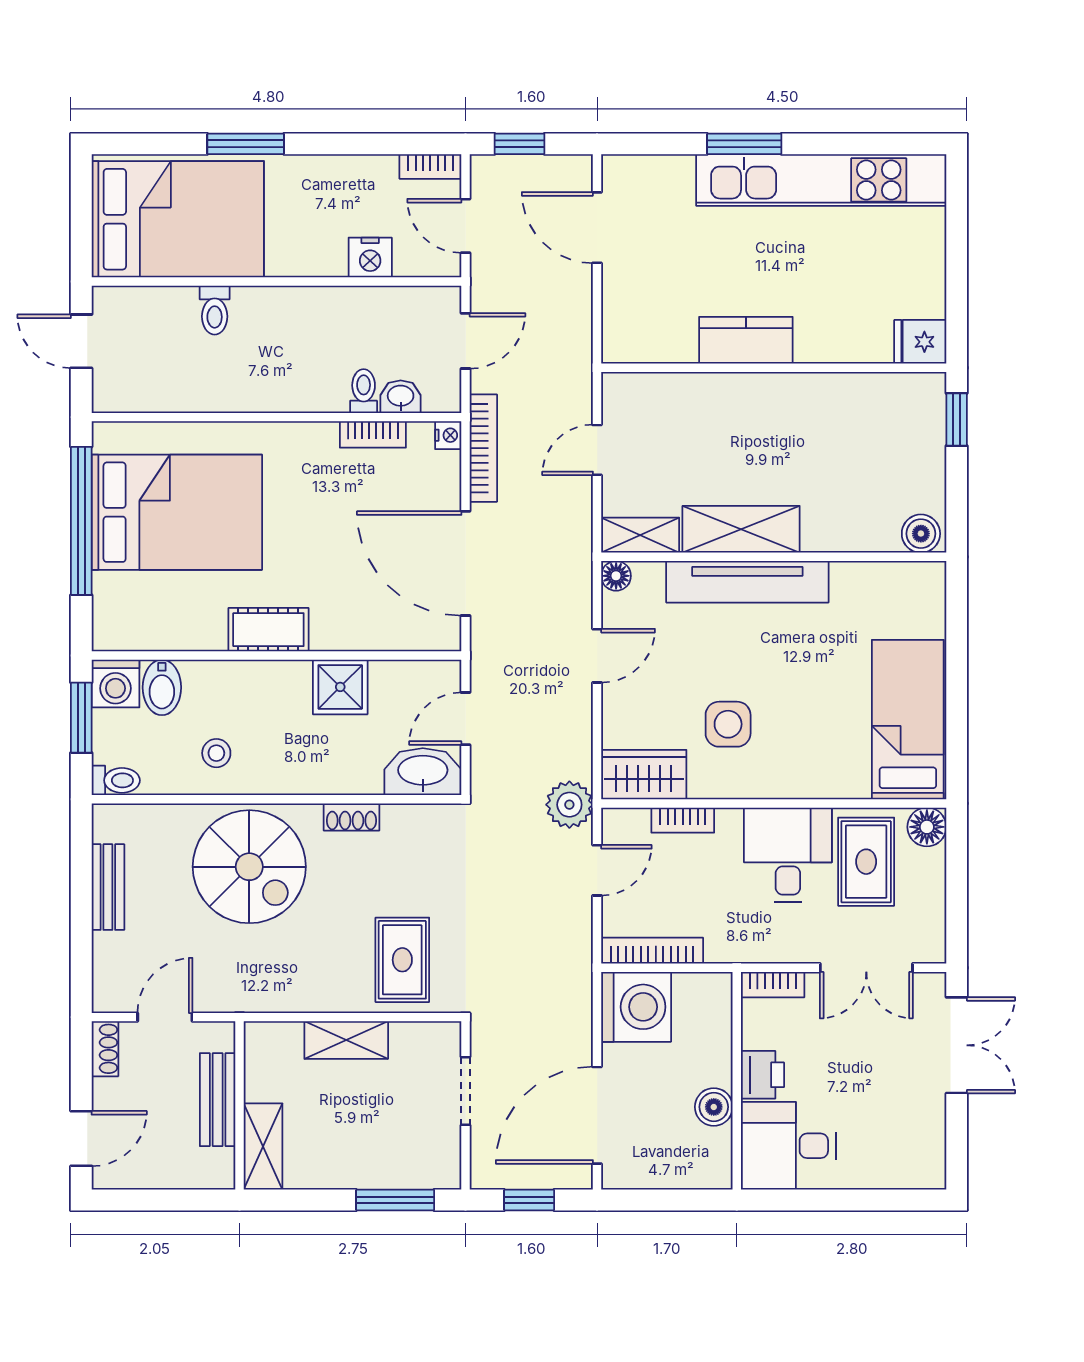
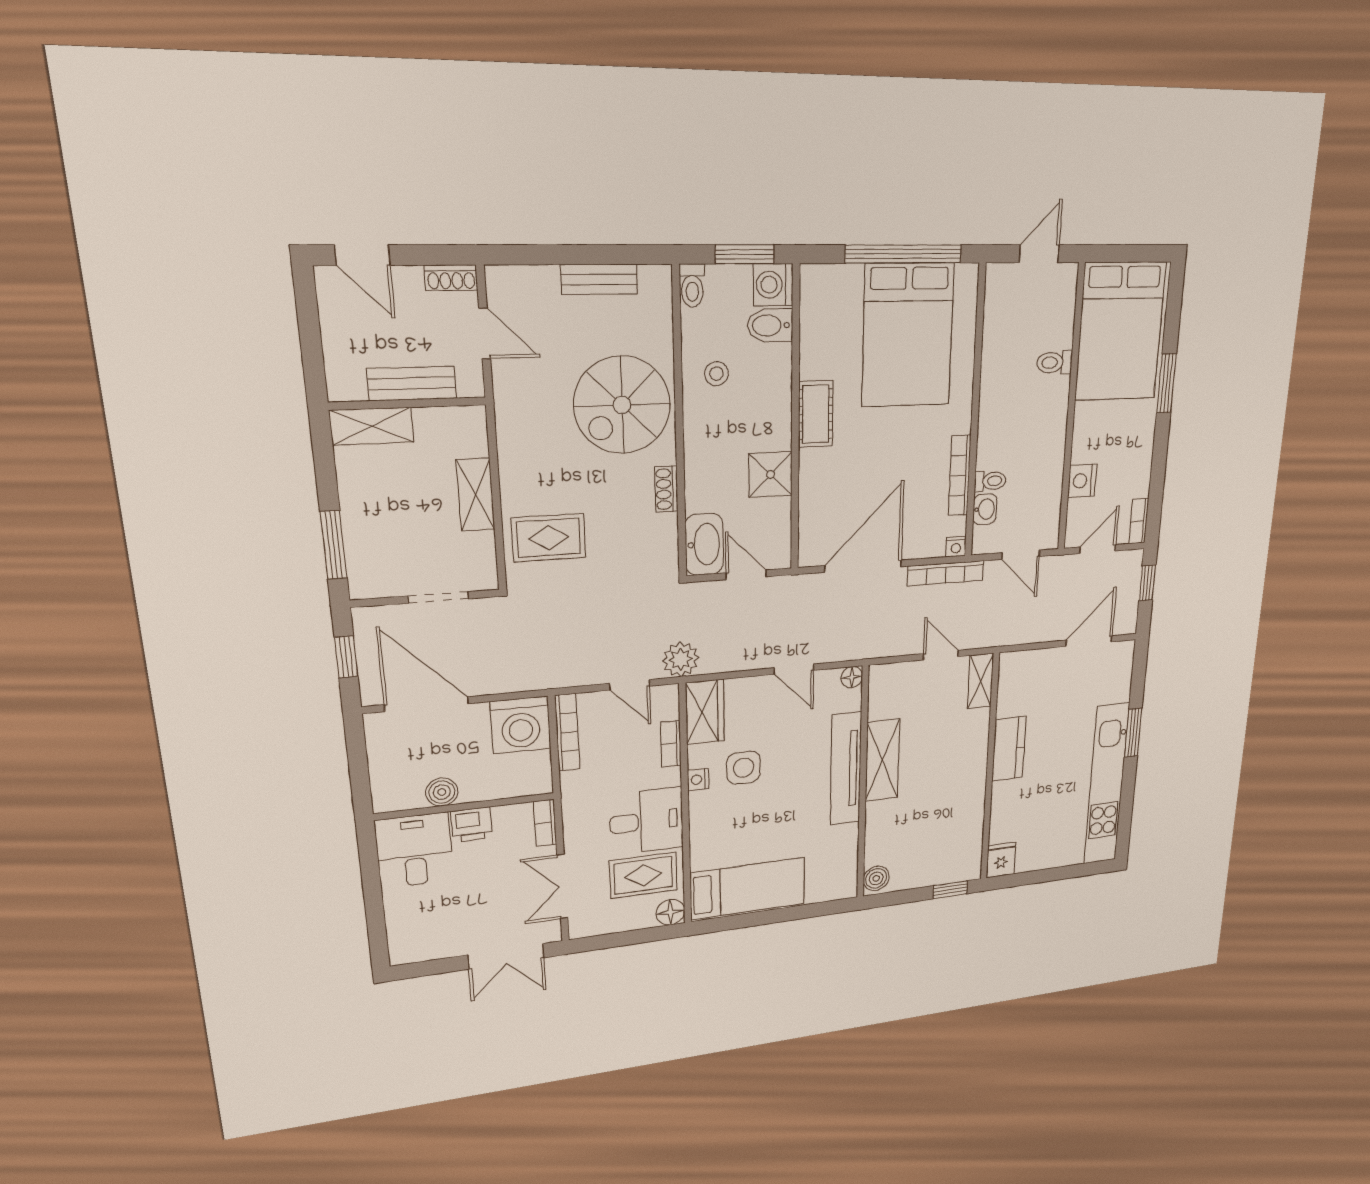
bookcase: (373, 434) -> (960, 476), width x1.56
shelving: (640, 535) -> (981, 681), moved
nightstand: (737, 785) -> (698, 780), added

